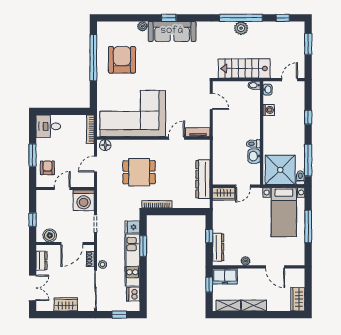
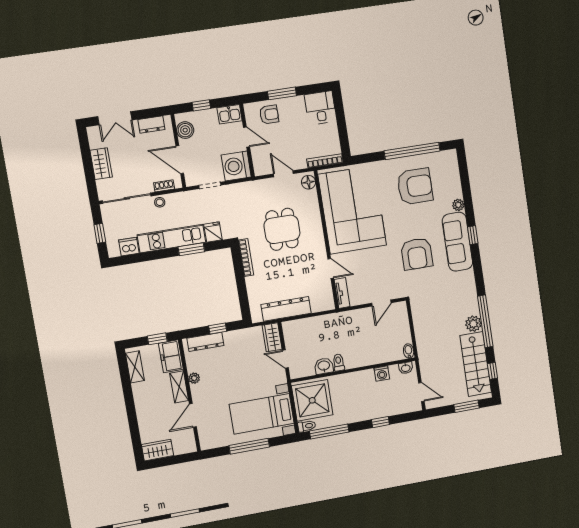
armchair: (176, 66) -> (417, 254), added
stairs: (244, 68) -> (476, 364), moved, turned 180
kitchen sink: (43, 199) -> (230, 114), added
shelving: (254, 306) -> (179, 387), moved

